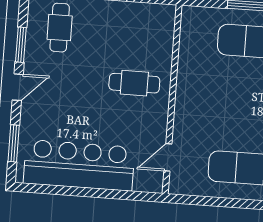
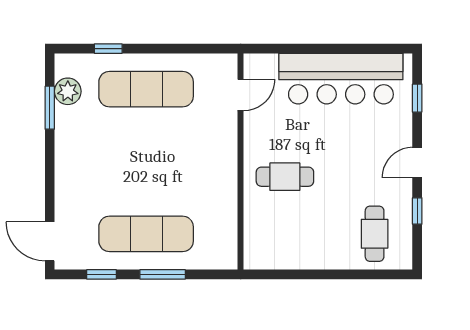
window: (21, 45) -> (417, 211), width x0.67
window: (14, 143) -> (417, 98), width x0.67

